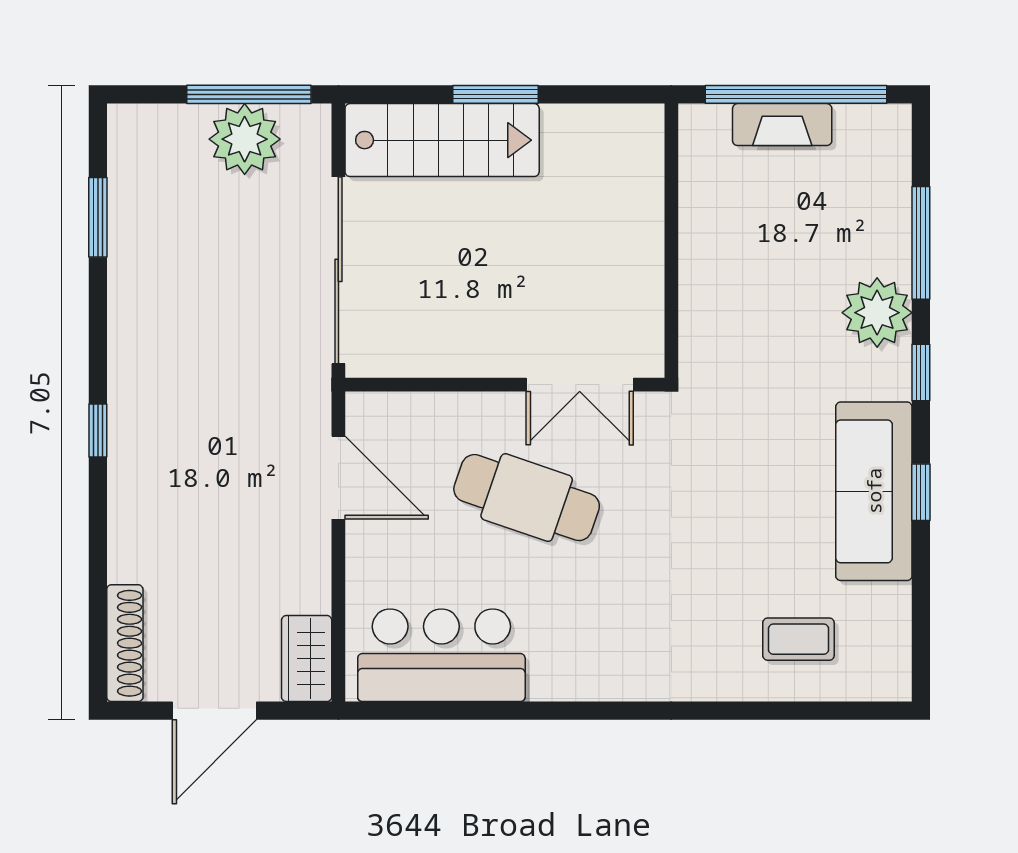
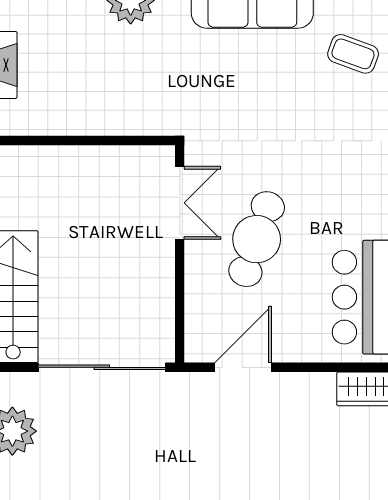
coffee table: (798, 639) -> (353, 54), turned -70

